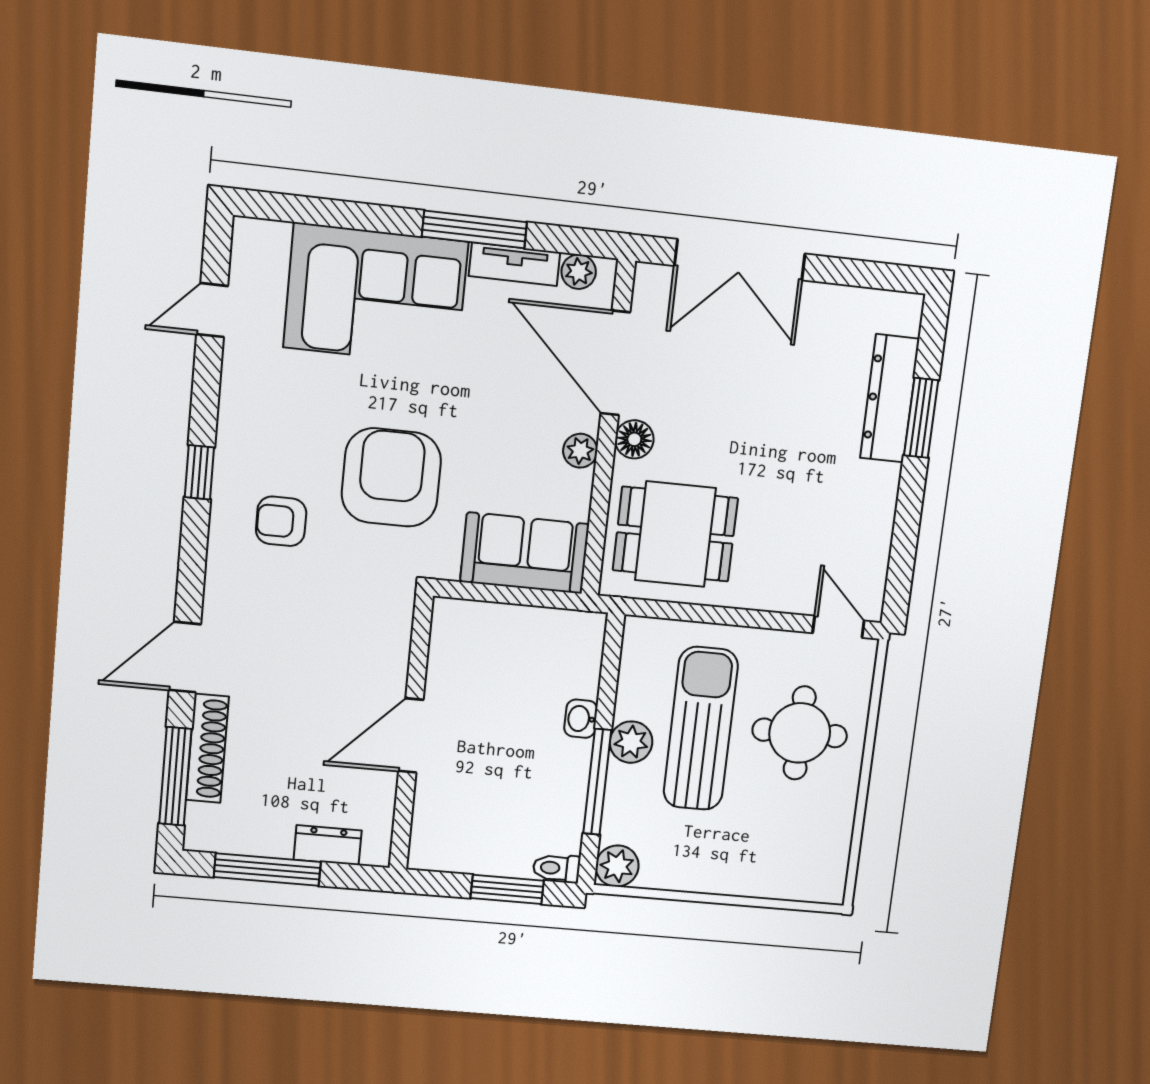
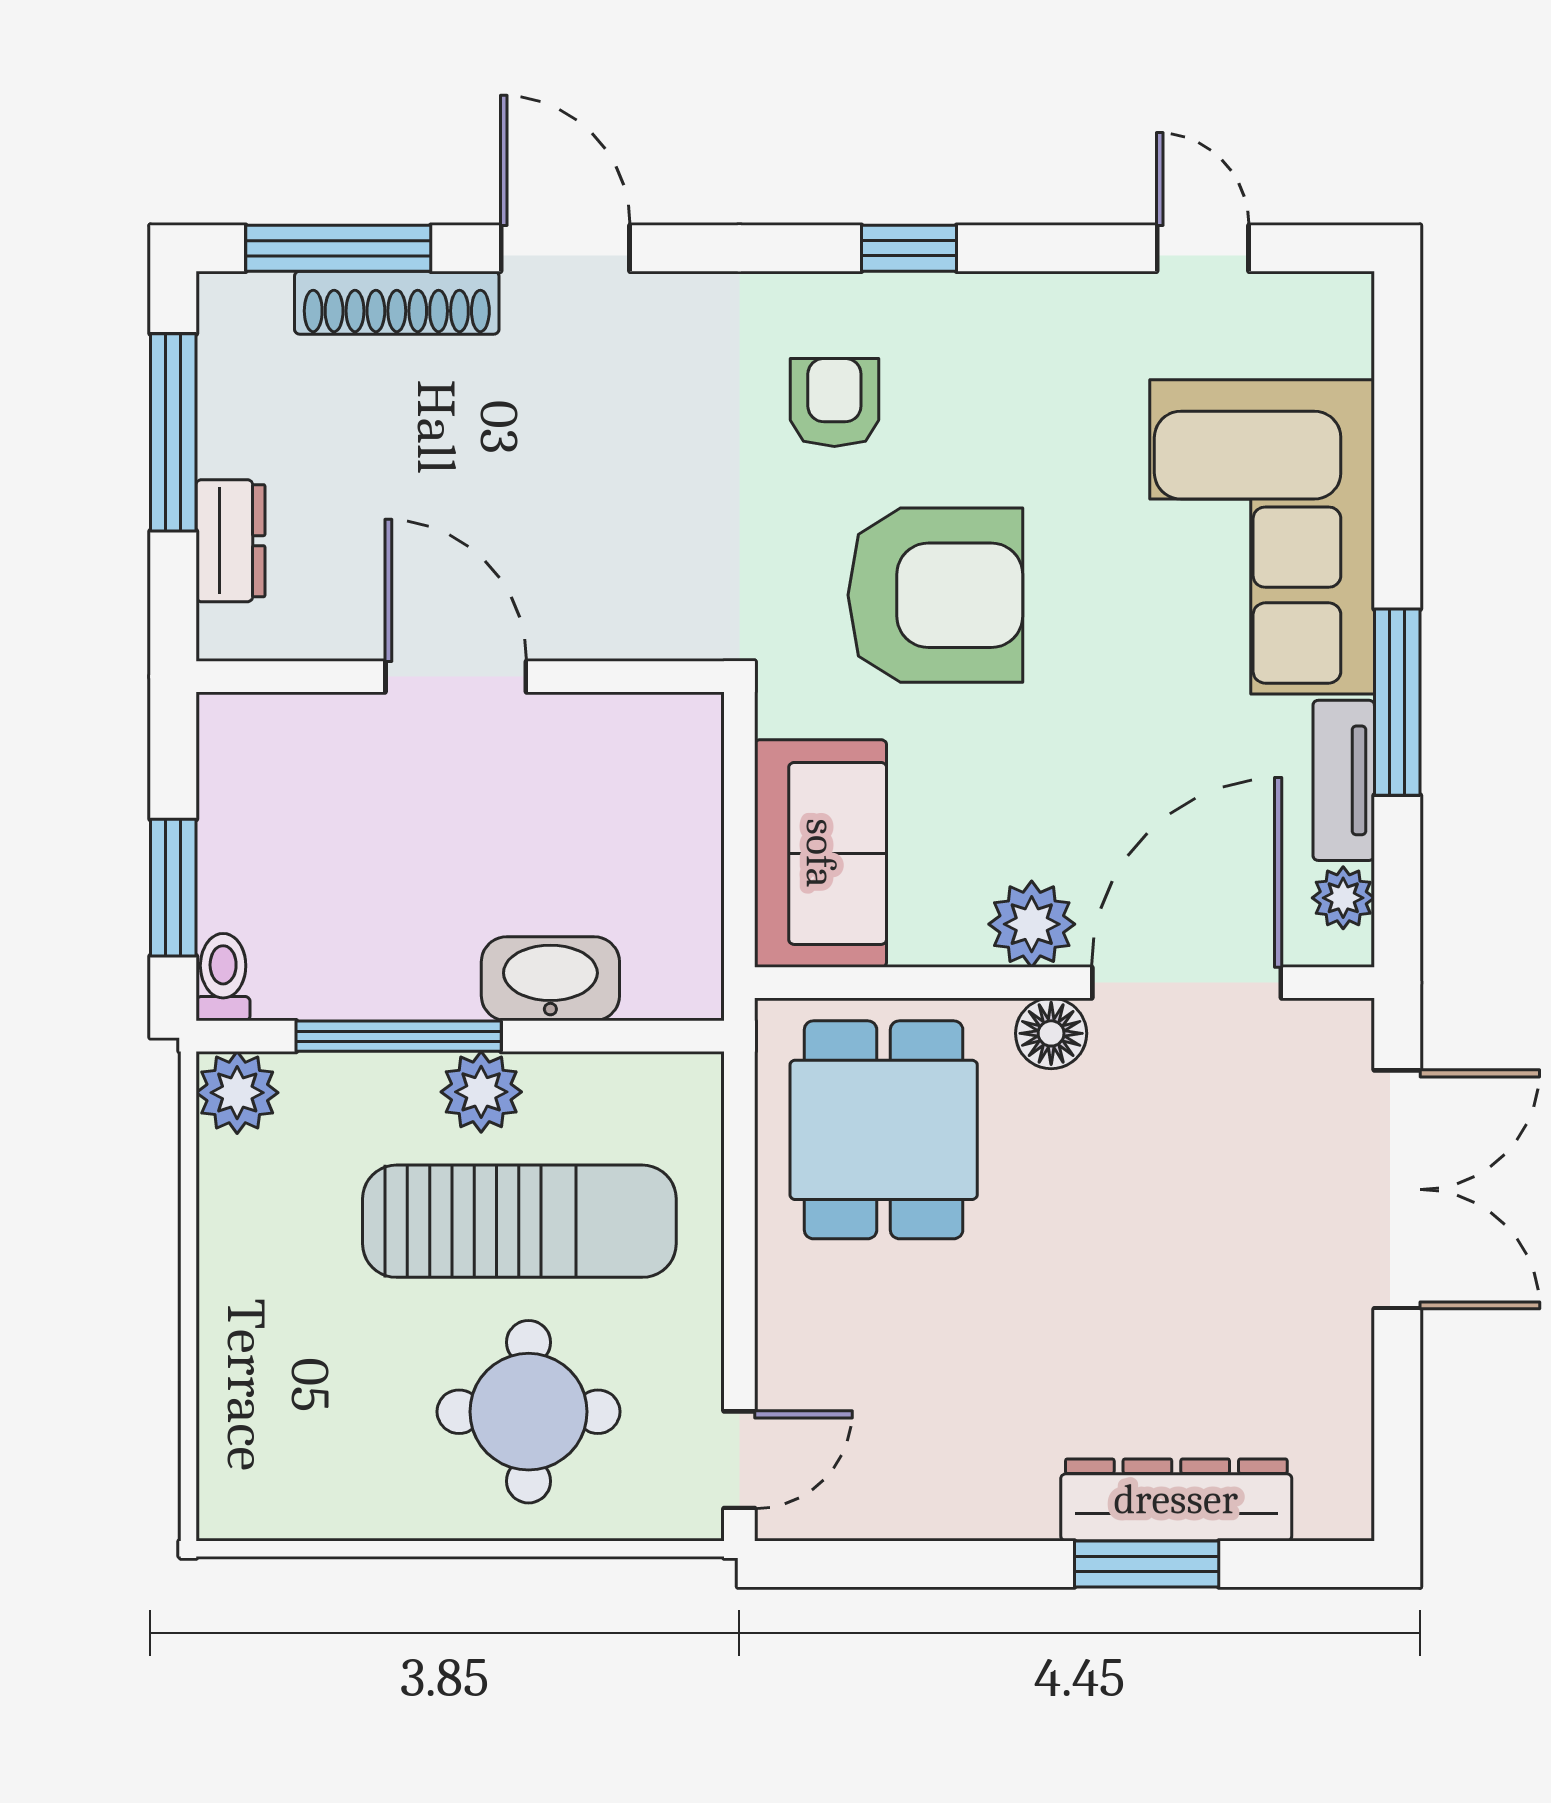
double door: (740, 260) -> (1397, 1189), swing flipped
plant: (580, 451) -> (1032, 924), width x1.38, depth x1.38
washbasin: (581, 719) -> (550, 979), width x1.91, depth x1.45

